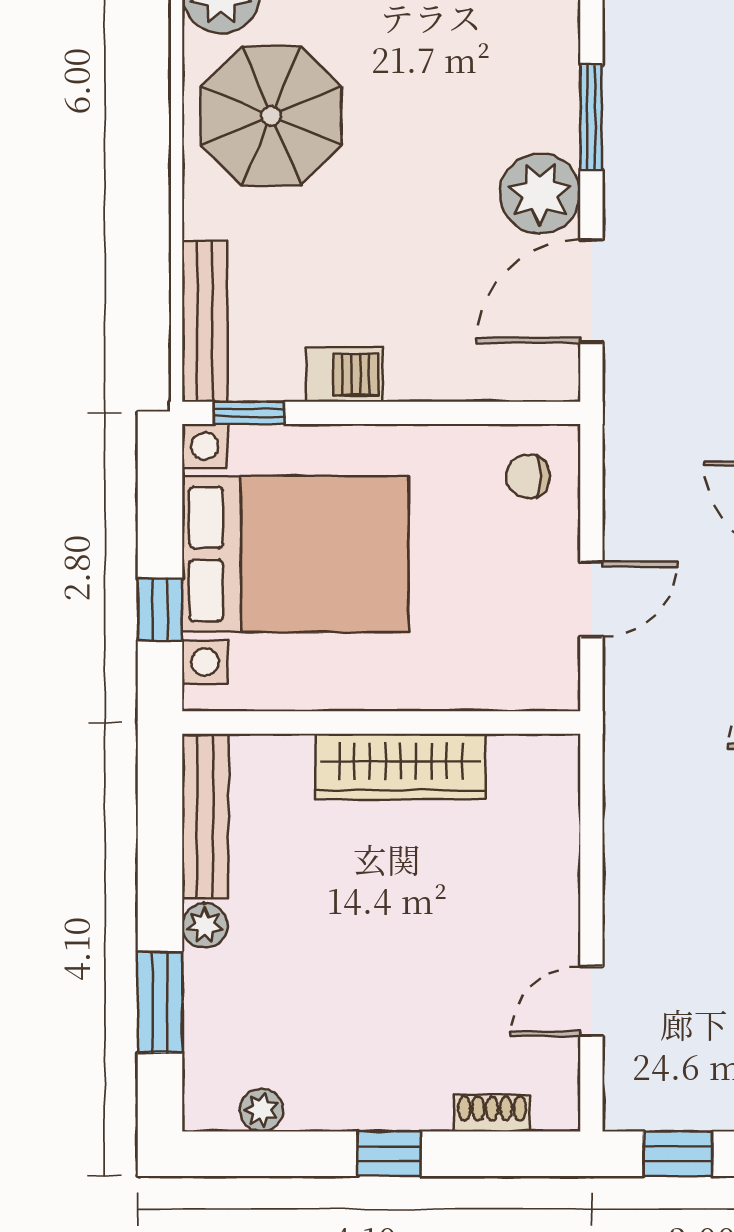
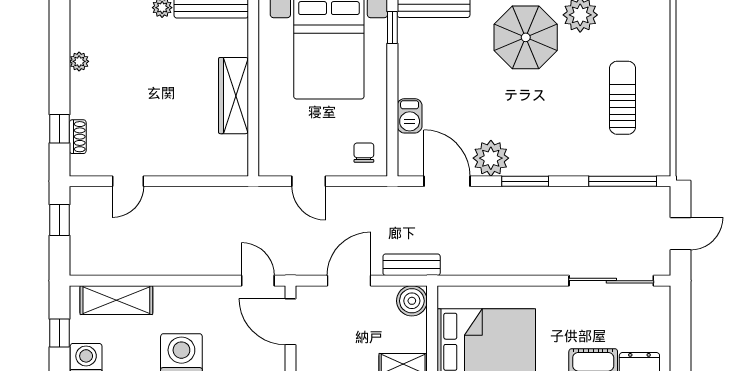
barbecue: (344, 374) -> (410, 116), moved
door: (591, 1001) -> (128, 181), swing flipped
plant: (261, 1110) -> (79, 61), moved
window: (389, 1154) -> (60, 129), moved

